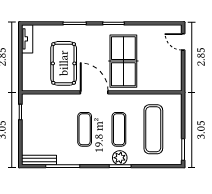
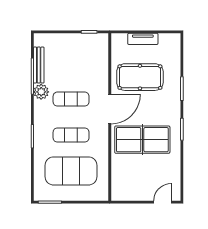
tv unit: (27, 39) -> (143, 39), moved
exercise mat: (153, 129) -> (71, 171), width x1.47
plant: (120, 158) -> (41, 92), moved
bench: (39, 160) -> (39, 65), moved

